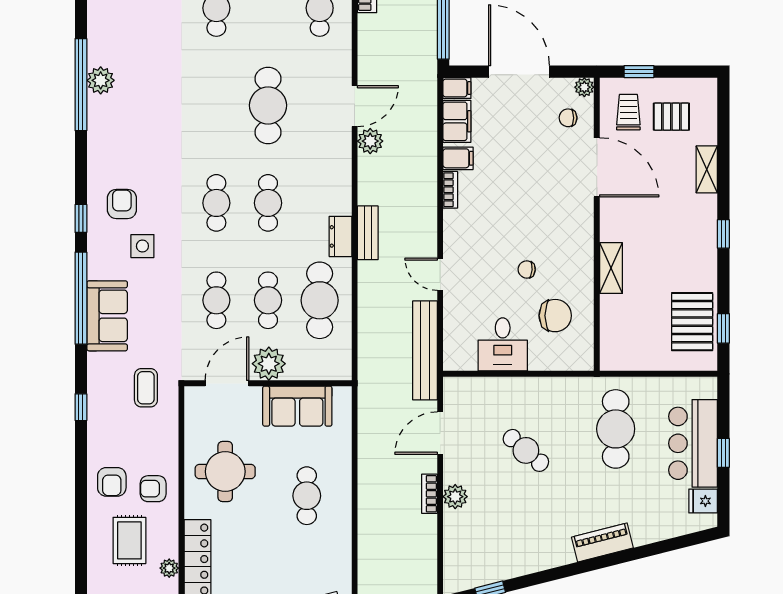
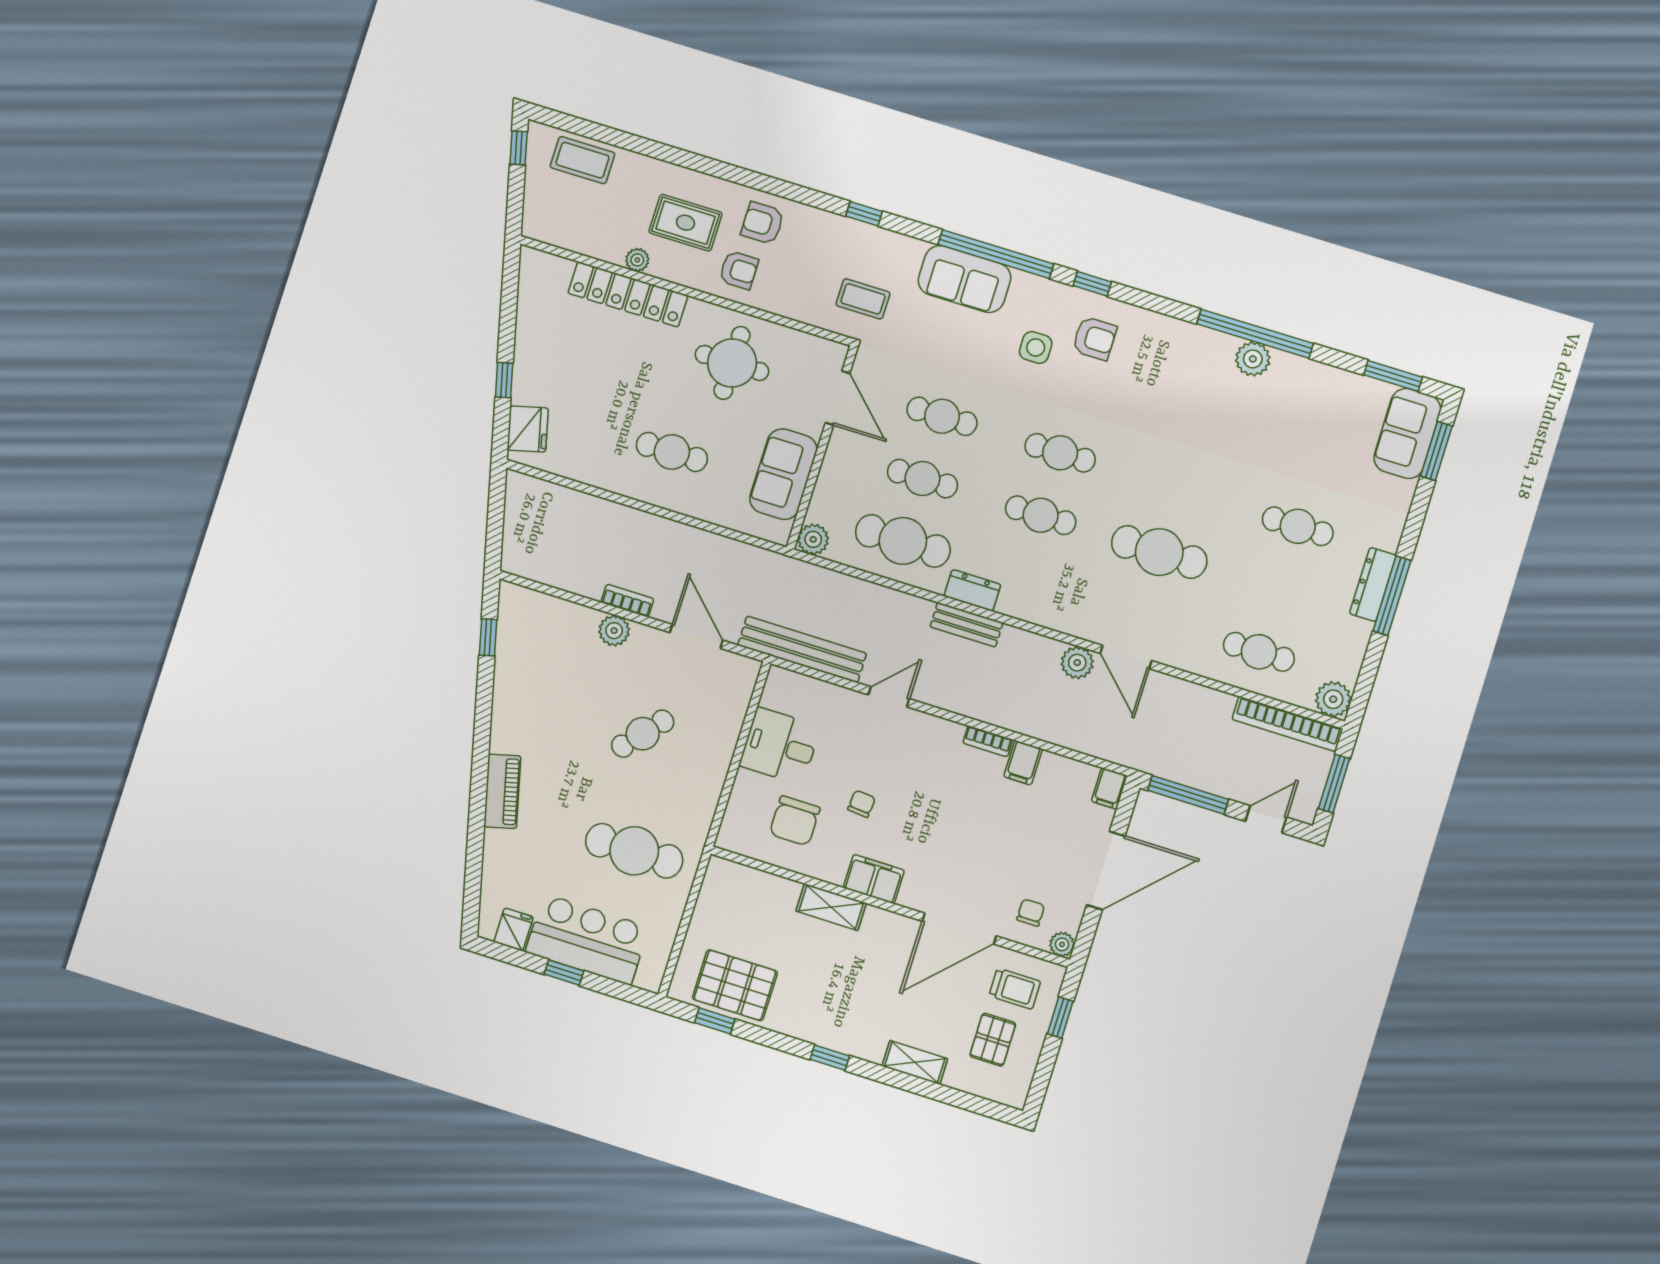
filing cabinet: (457, 121) -> (874, 879), moved, turned 180
plant: (269, 364) -> (813, 539), moved, width x0.73, depth x0.73
armchair: (153, 489) -> (739, 270), turned 90

